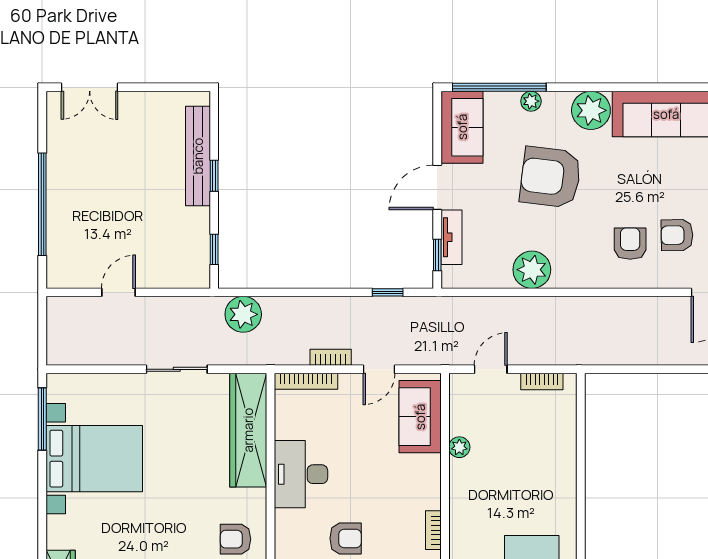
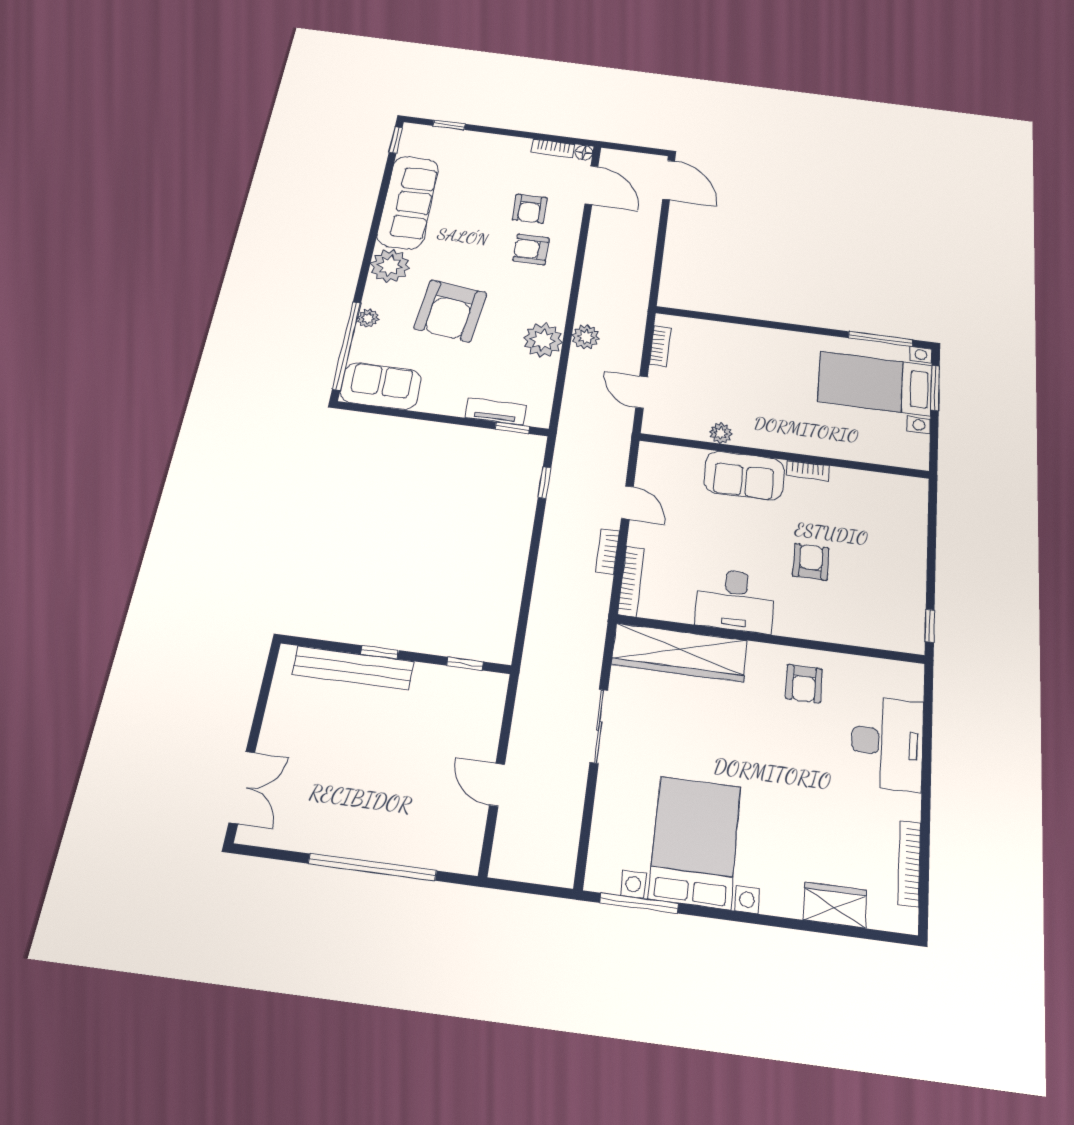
door: (437, 187) -> (440, 418), removed
plant: (243, 314) -> (586, 337), moved, width x0.73, depth x0.73
sofa: (420, 417) -> (744, 476), moved

